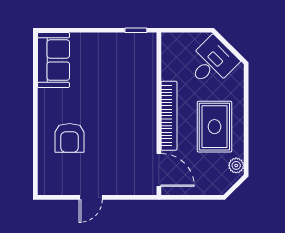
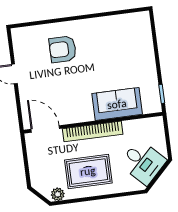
sofa: (54, 60) -> (117, 104), moved, turned 180
door: (159, 170) -> (45, 129), swing flipped

